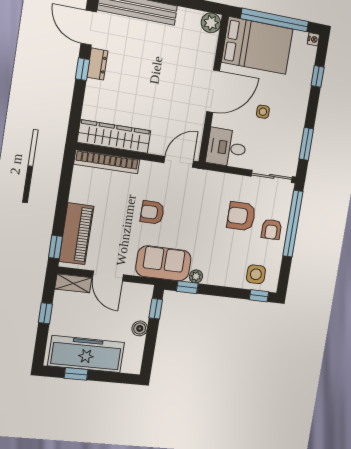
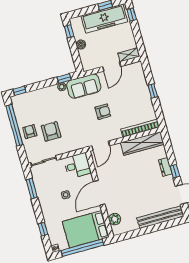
plant: (211, 23) -> (115, 219), moved
dresser: (97, 64) -> (165, 167), moved
armchair: (241, 216) -> (51, 131), turned -90
window: (293, 224) -> (14, 125), moved
piano: (76, 234) -> (139, 82), removed
window: (55, 247) -> (153, 91), moved
side table: (256, 274) -> (27, 102), removed
door: (108, 276) -> (112, 67), swing flipped
window: (156, 309) -> (69, 31), moved
window: (45, 313) -> (132, 15), moved

